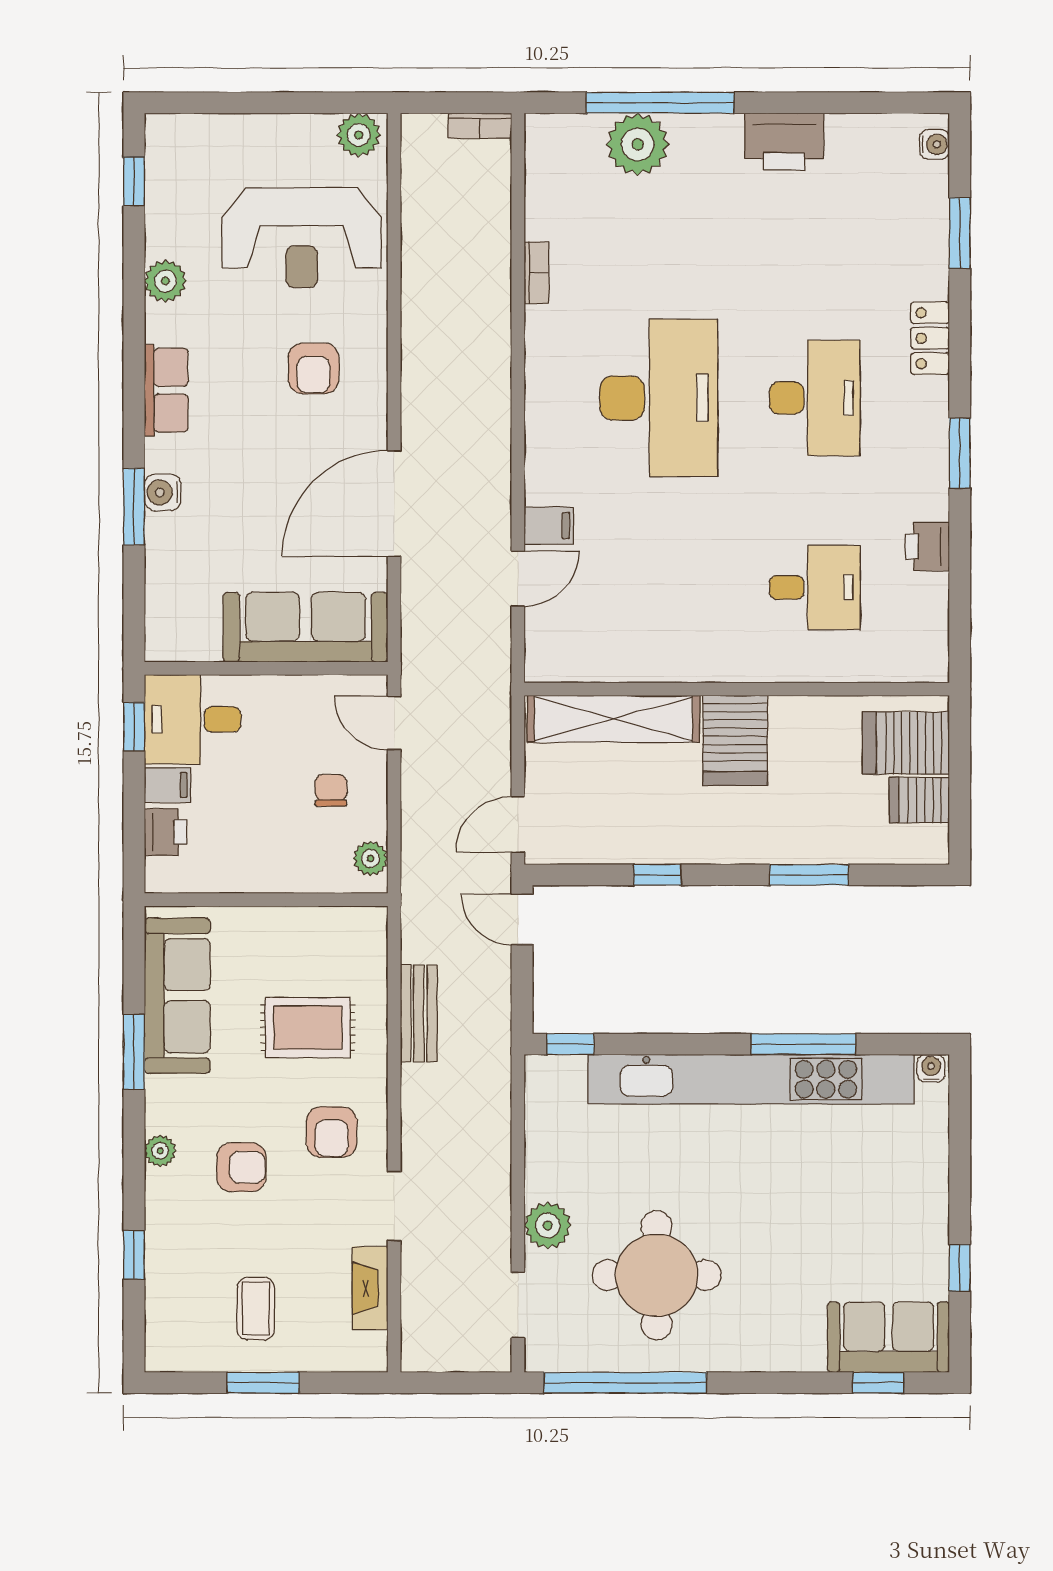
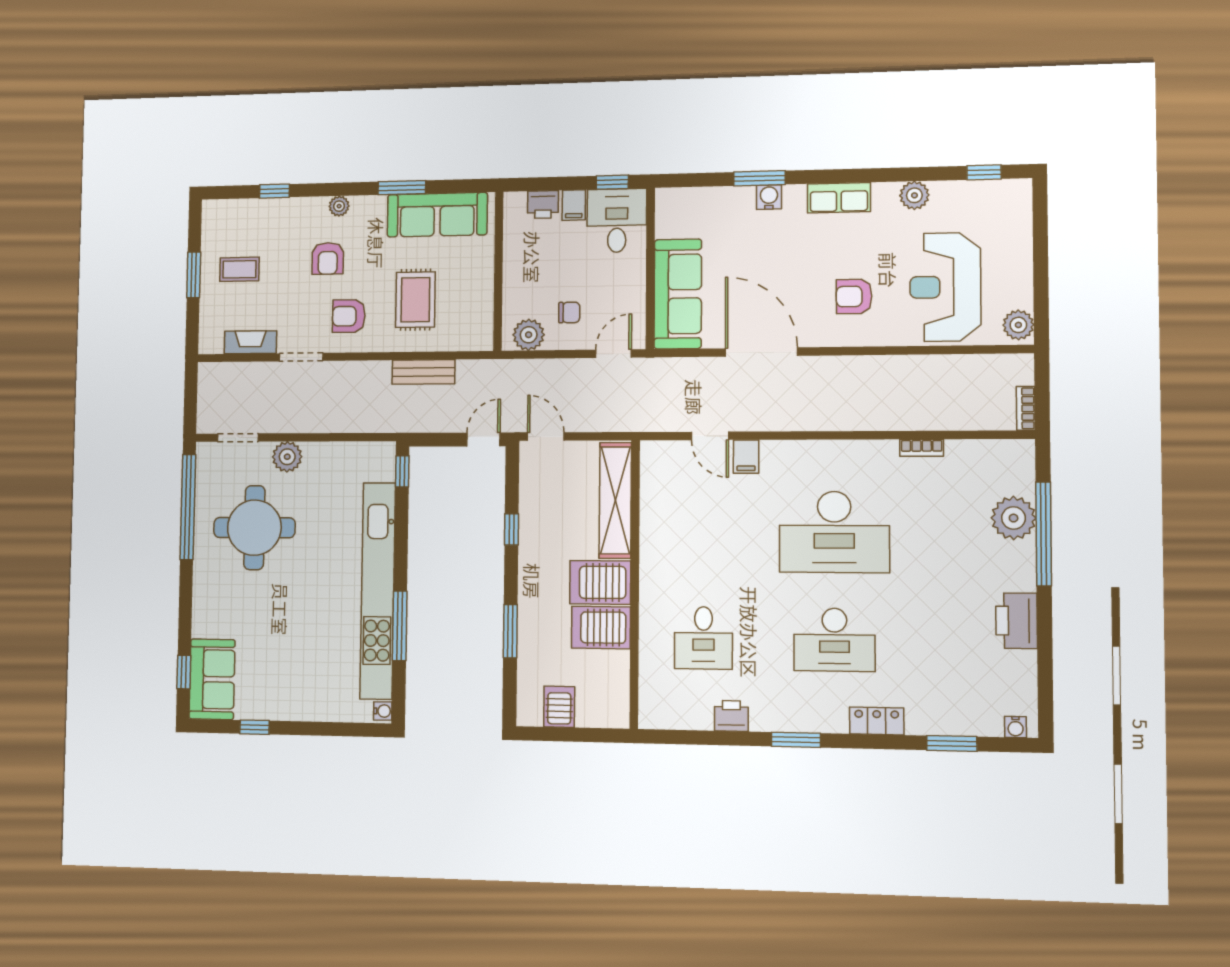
server rack: (906, 743) -> (601, 628), moved, turned -90
plant: (370, 859) -> (529, 335), width x1.38, depth x1.38

